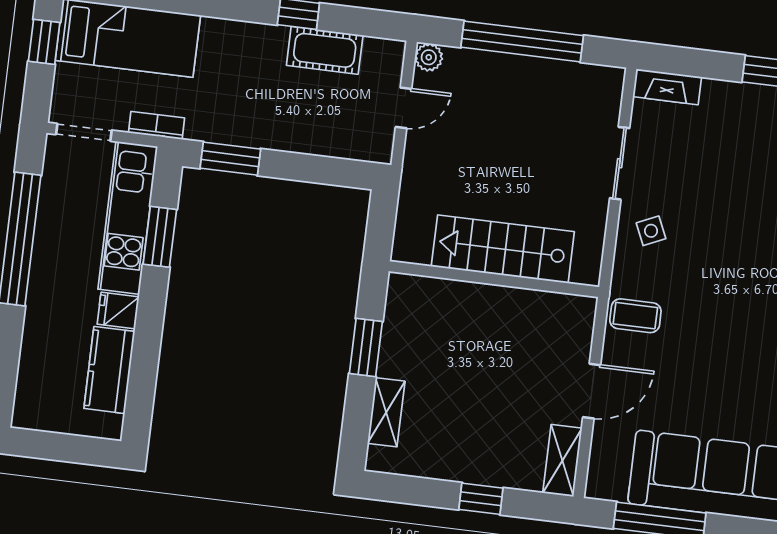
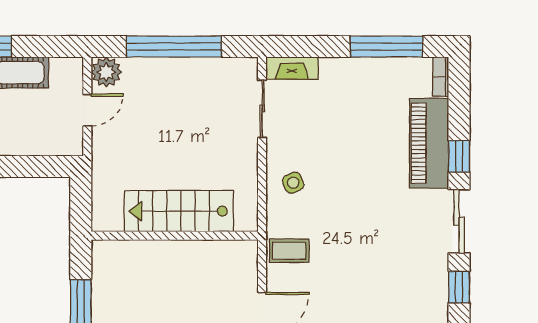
plant: (429, 57) -> (106, 72), width x1.38, depth x1.38
sliding door: (620, 163) -> (262, 109), moved

